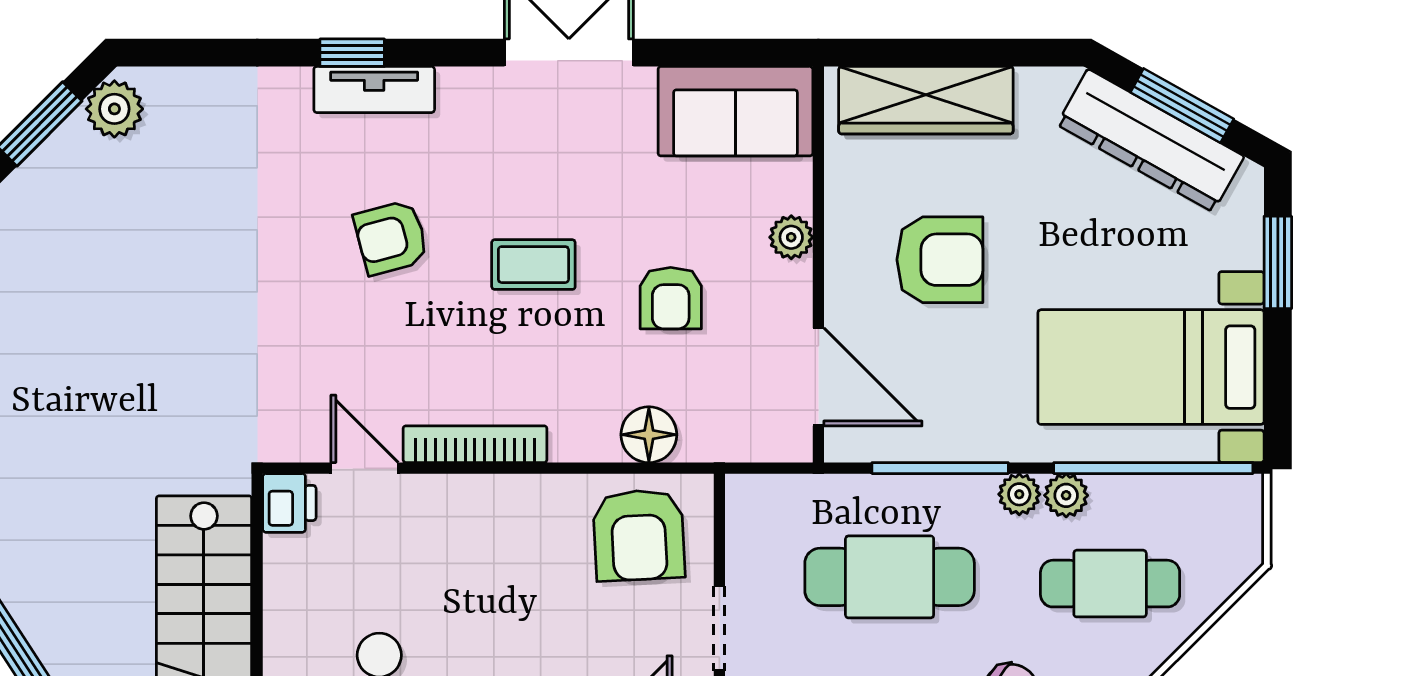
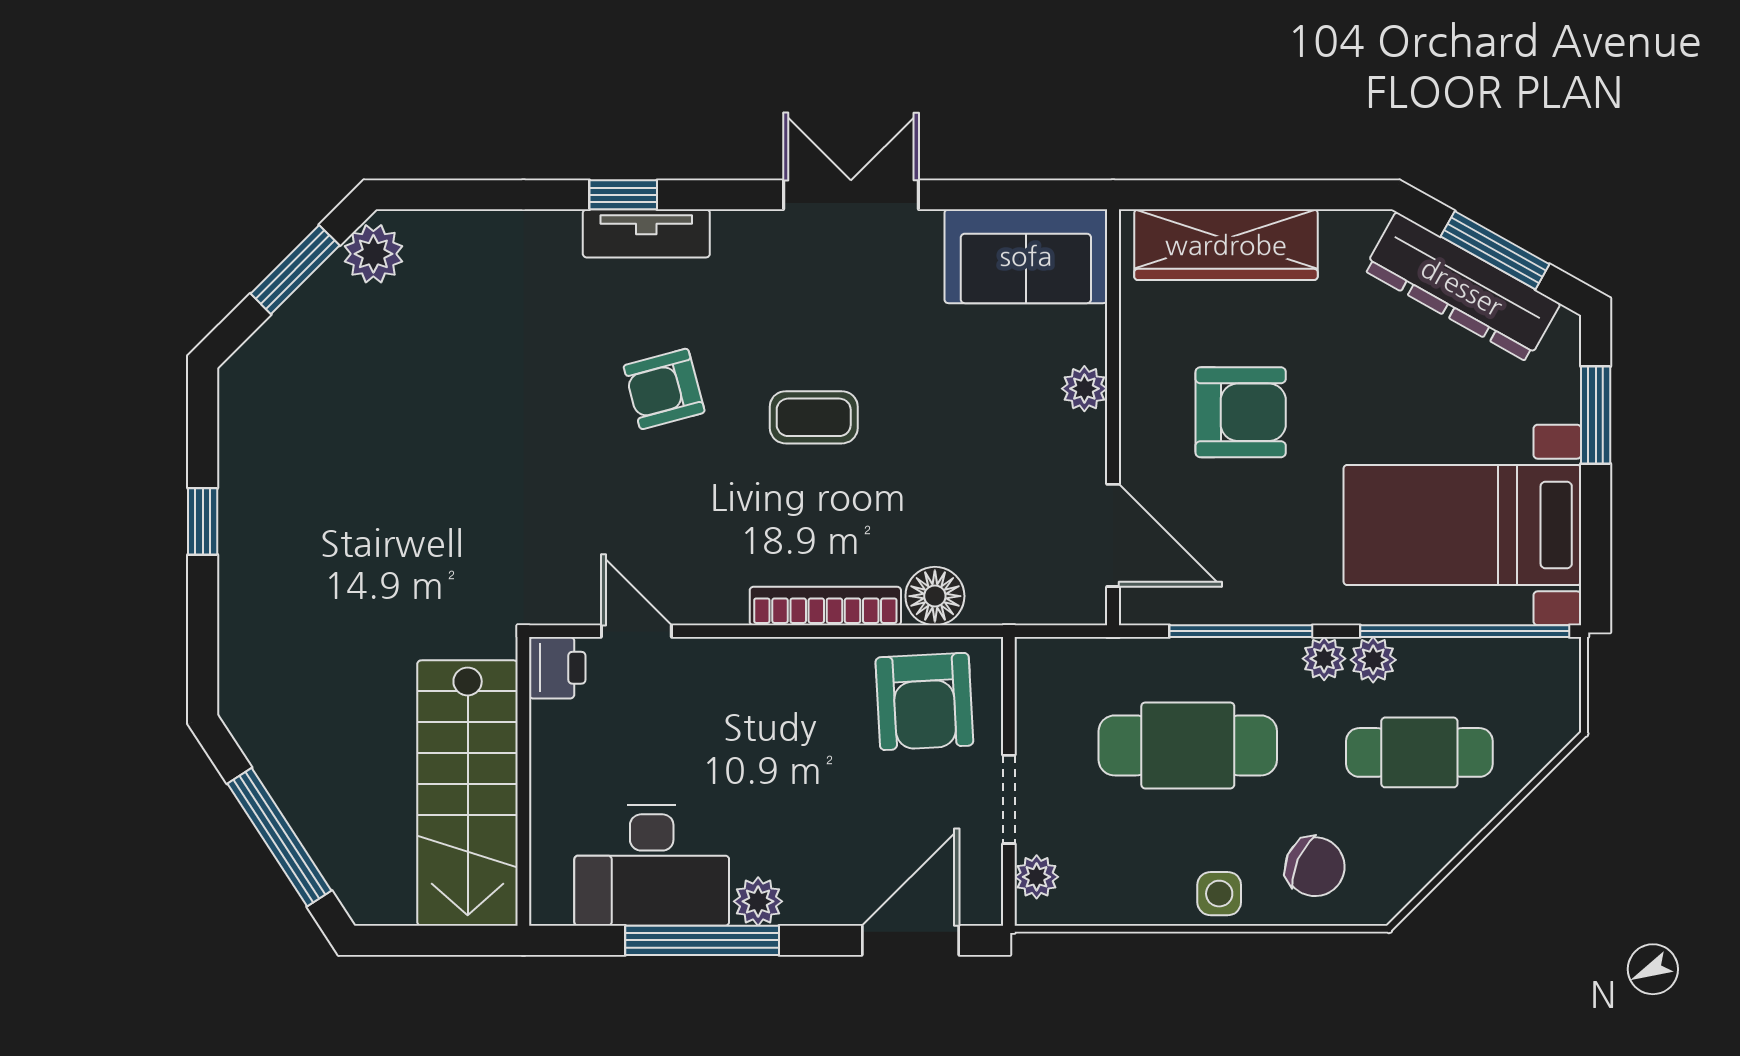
armchair: (671, 298) -> (958, 453), removed
bookcase: (475, 444) -> (825, 606), moved

